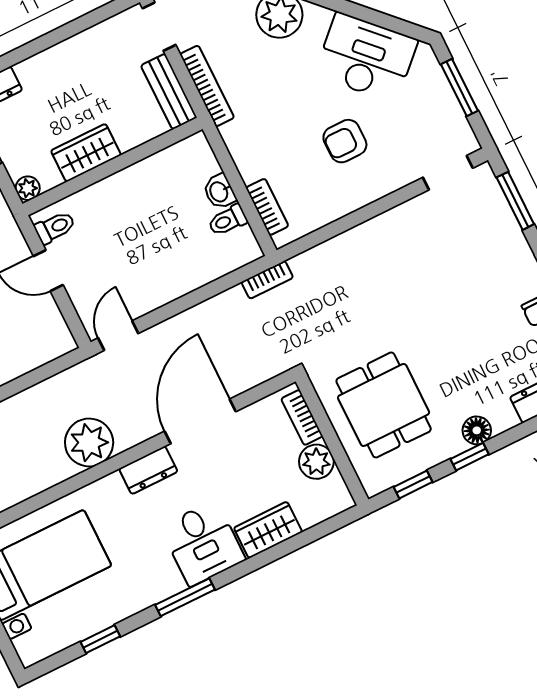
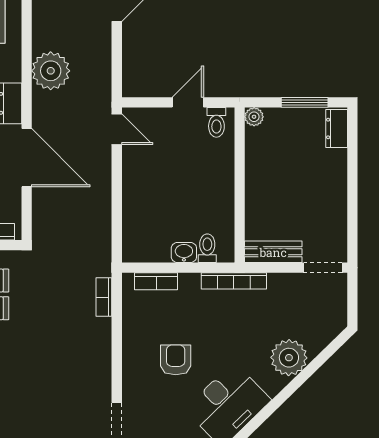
bookcase: (207, 86) -> (234, 281), moved
wardrobe: (86, 153) -> (259, 171), removed
toilet: (228, 220) -> (207, 248), moved
bookcase: (267, 280) -> (104, 297), moved

